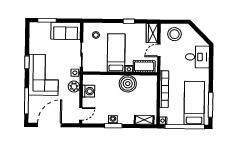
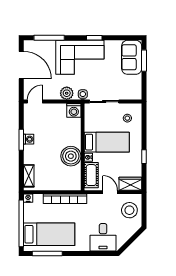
sofa: (66, 31) -> (132, 57), moved
washing machine: (89, 91) -> (74, 110), moved
door: (81, 114) -> (35, 102), swing flipped

